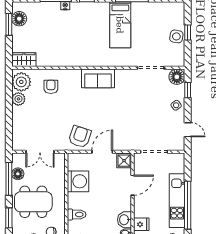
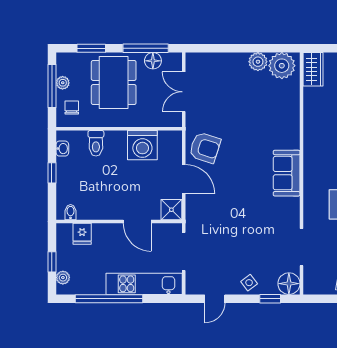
armchair: (51, 87) -> (275, 107), removed
kitchen unit: (177, 201) -> (144, 284), moved
washbasin: (124, 220) -> (89, 210), removed

